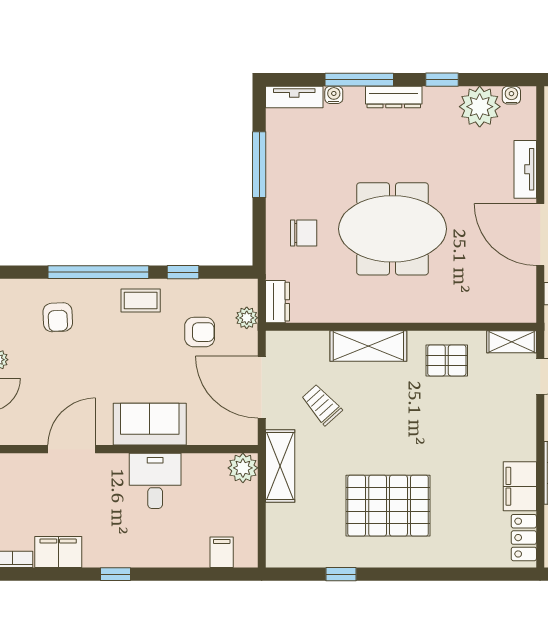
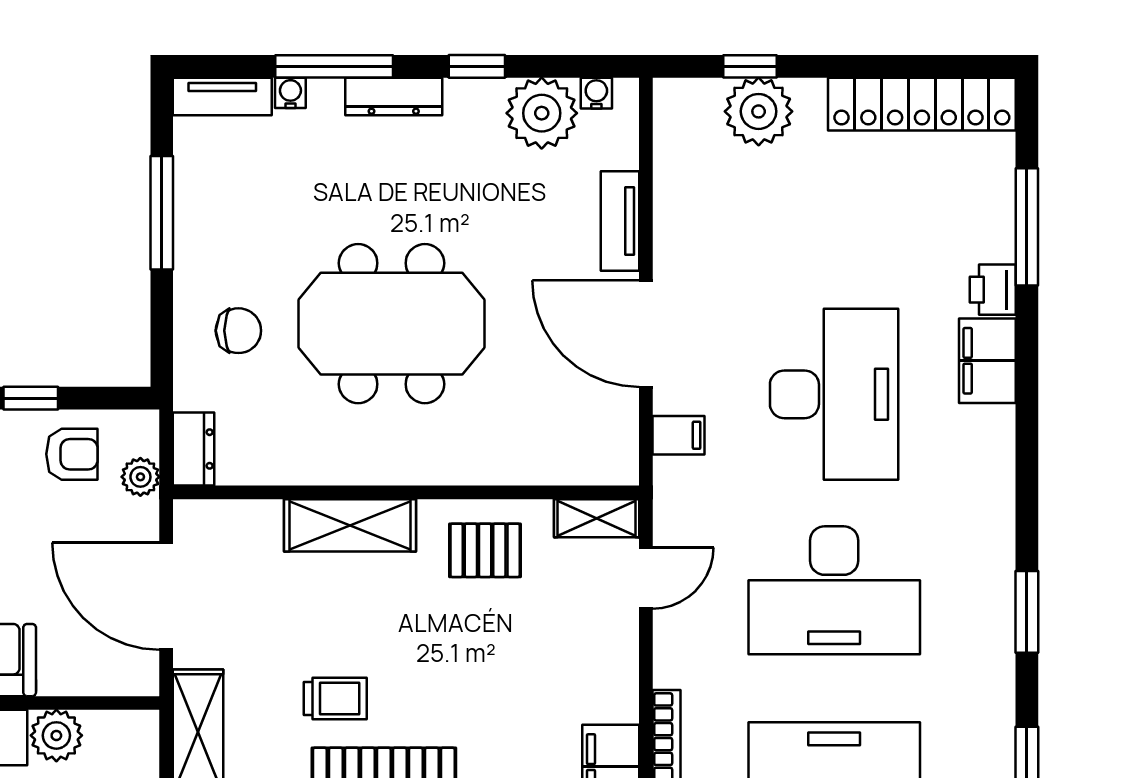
armchair: (200, 332) -> (72, 454), moved
trolley: (322, 405) -> (335, 698), moved, turned 132
plant: (243, 468) -> (56, 735), moved

